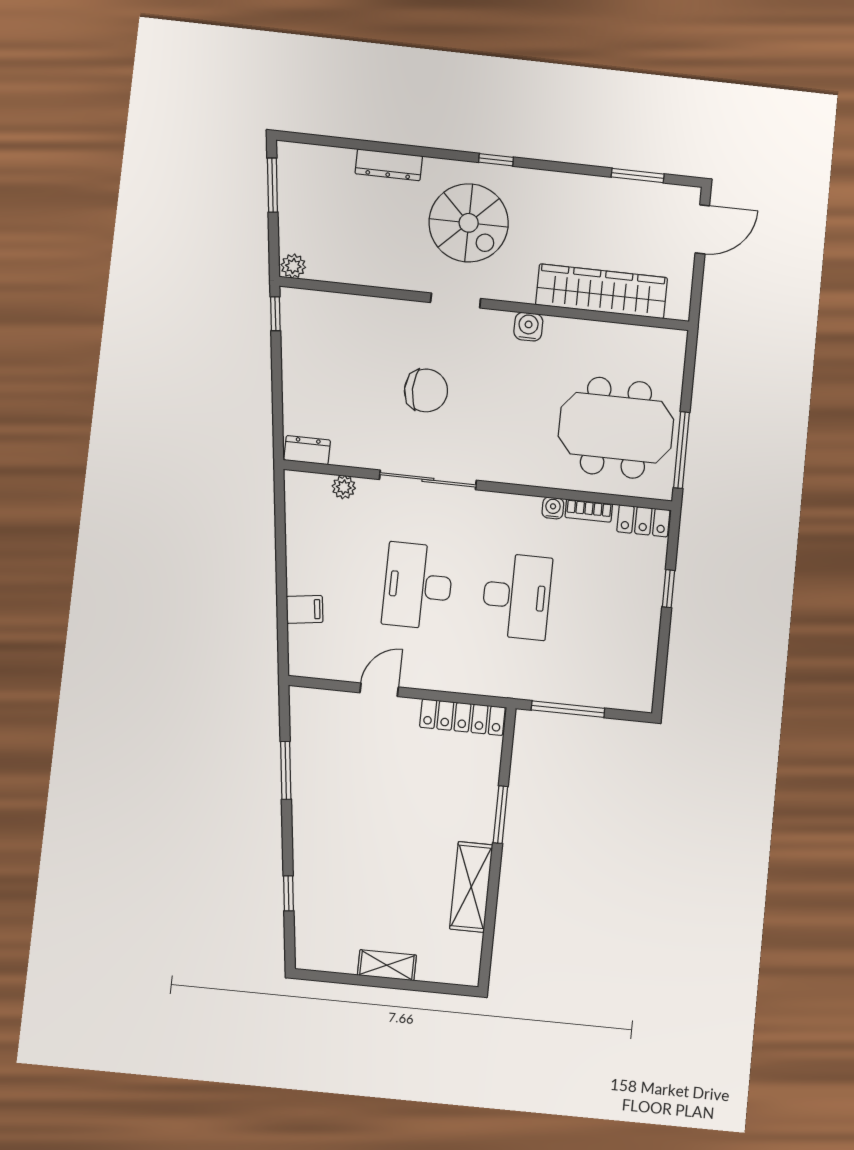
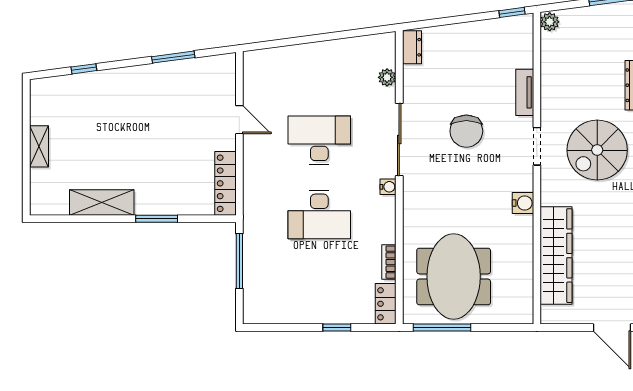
tv unit: (383, 309) -> (525, 92), added
water cooler: (553, 508) -> (388, 187), moved
filing cabinet: (305, 609) -> (293, 58), removed

